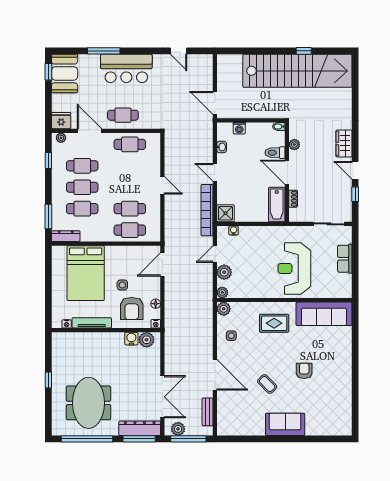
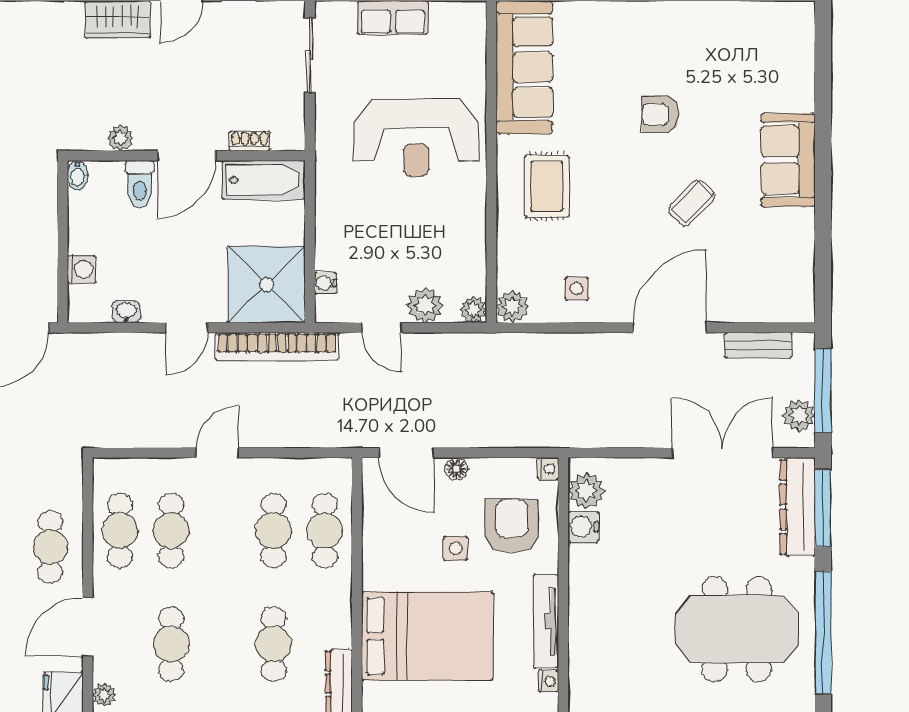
cafe table: (82, 187) -> (171, 531), moved
shower: (225, 213) -> (267, 284), width x1.86, depth x1.86
floor lamp: (156, 304) -> (456, 469), moved
armchair: (132, 309) -> (512, 526), turned -90

